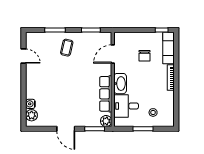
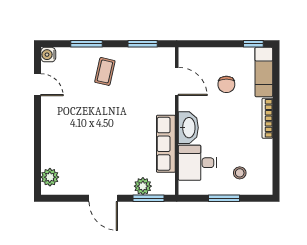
door: (113, 54) -> (177, 81), swing flipped
water cooler: (30, 104) -> (48, 55), moved
plant: (106, 121) -> (143, 186), moved

